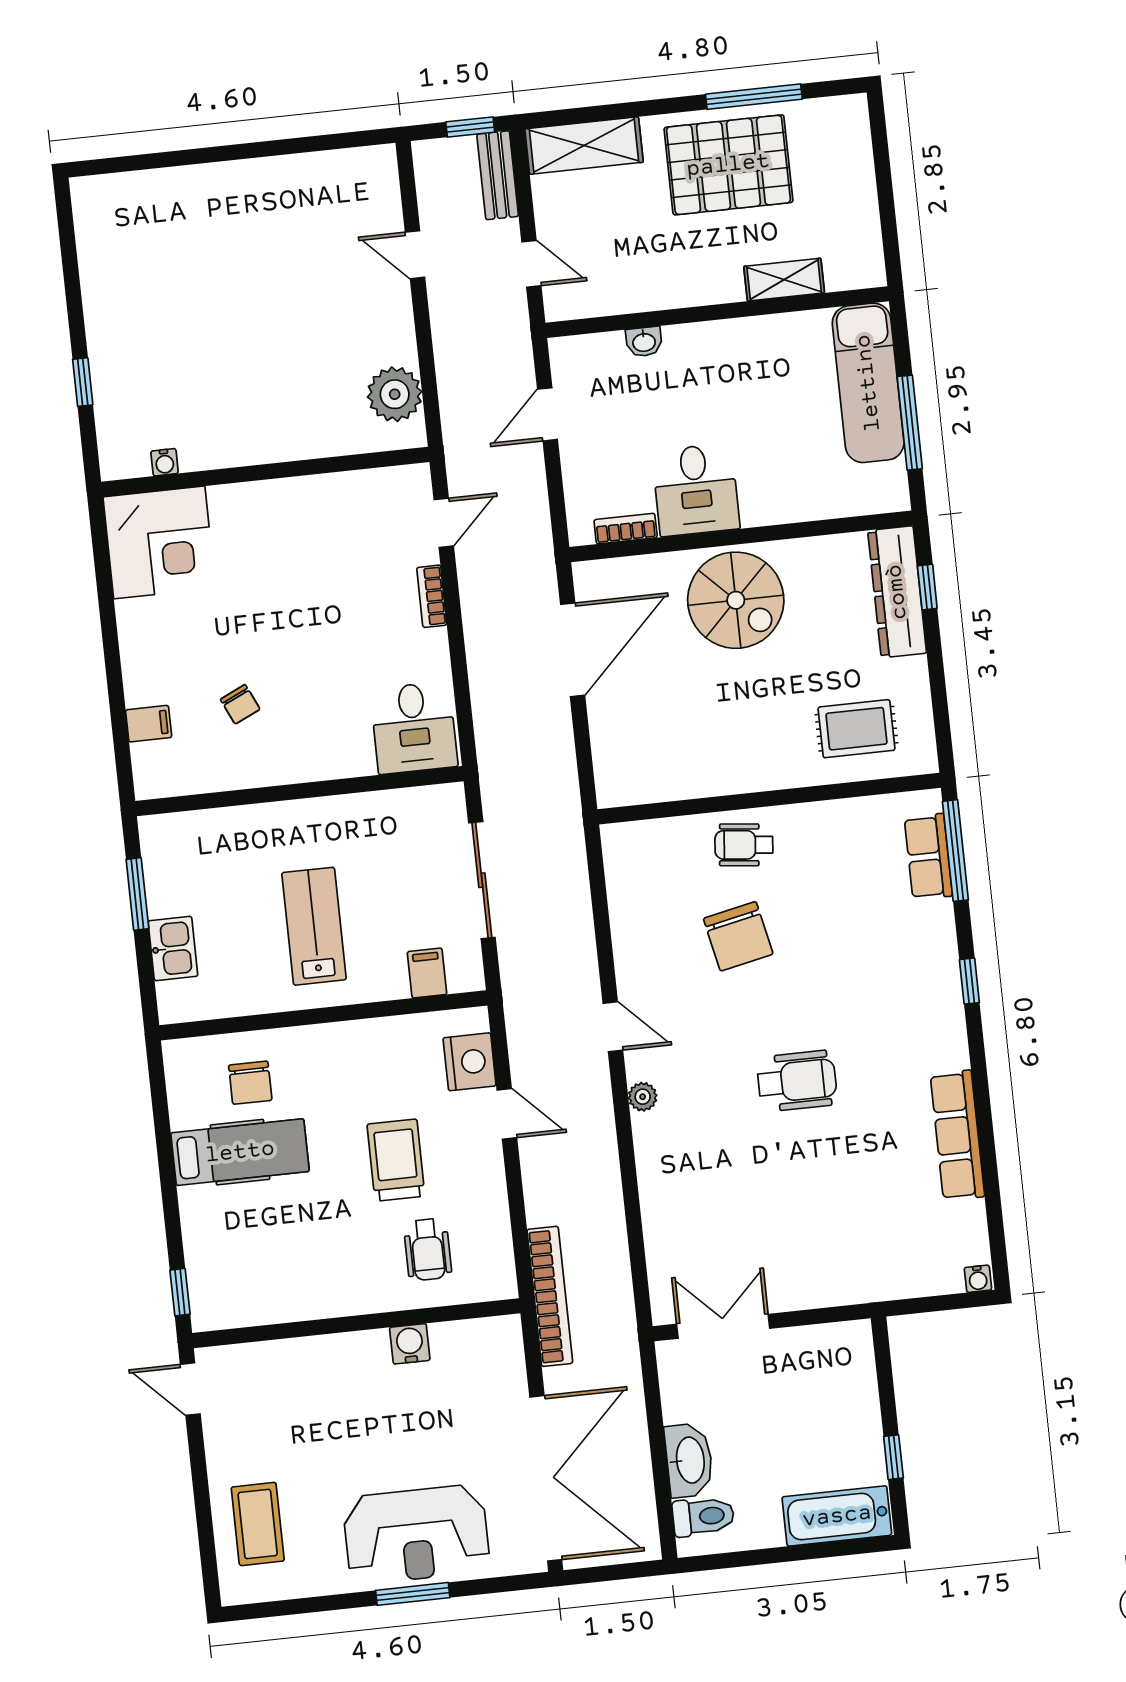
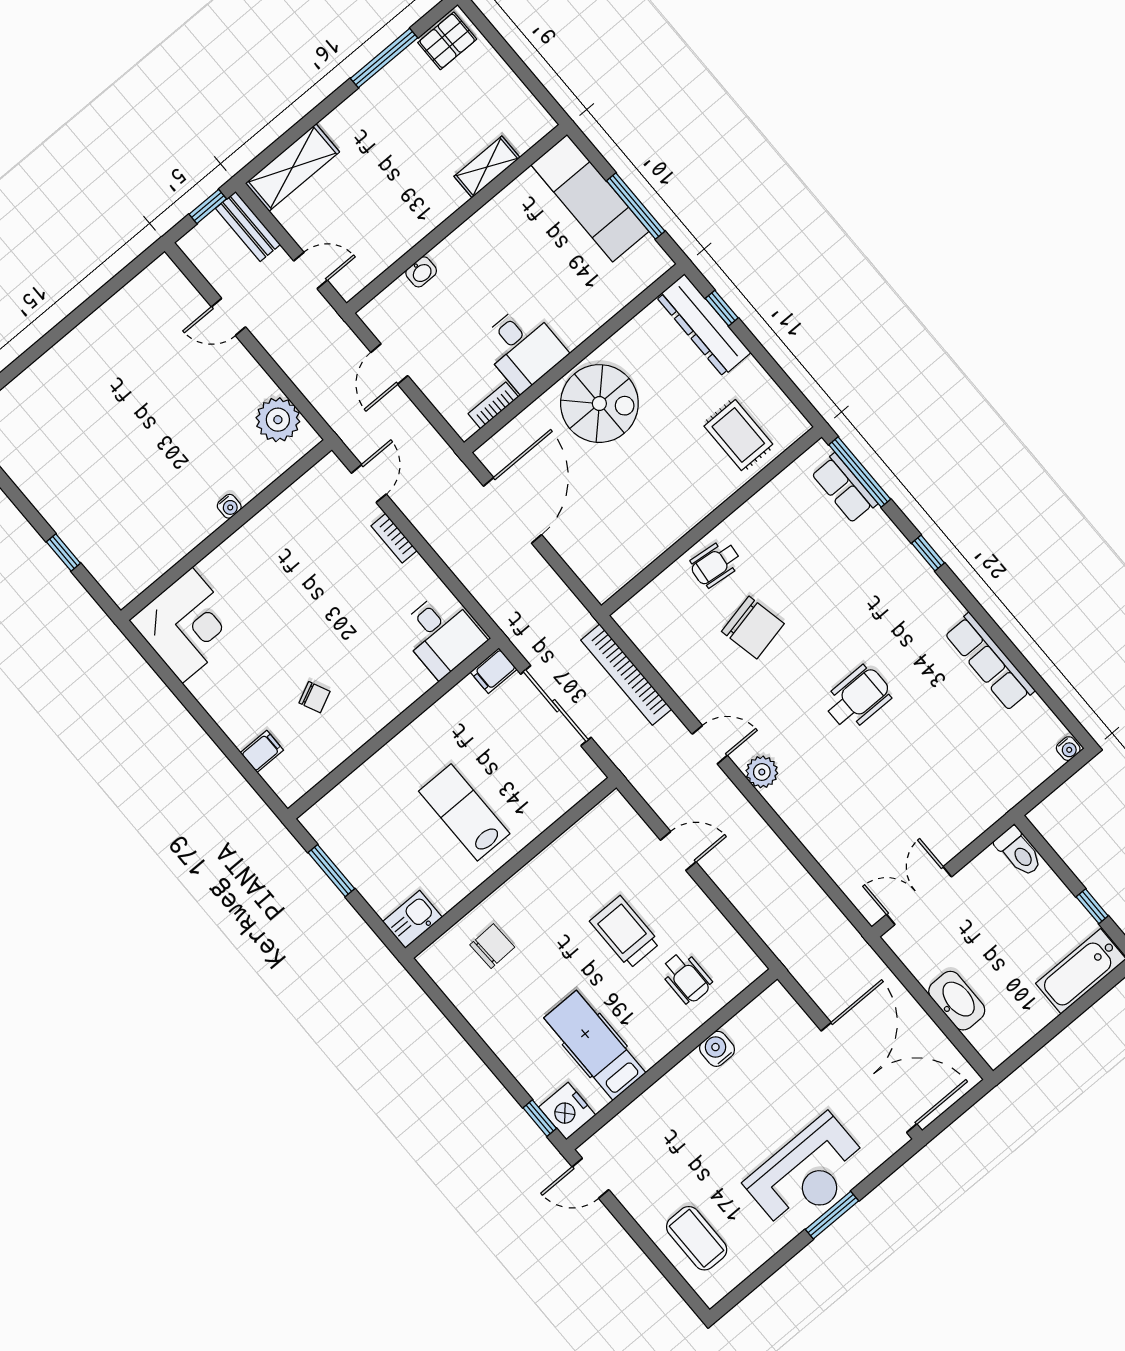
pallet: (728, 165) -> (447, 41), moved, width x0.49, depth x0.50
water cooler: (165, 462) -> (229, 506), moved
rug: (856, 729) -> (738, 435), turned 90
kitchen sink: (173, 949) -> (412, 919), moved, turned -90
filing cabinet: (427, 973) -> (494, 671), moved, turned -90
nightstand: (470, 1062) -> (567, 1111), moved, turned 180
chair: (250, 1083) -> (492, 946), turned -92
plant: (643, 1097) -> (762, 772), width x1.38, depth x1.38
hospital bed: (240, 1152) -> (595, 1045), moved, turned -90
bookcase: (550, 1296) -> (626, 675), moved, turned 180
toilet: (703, 1516) -> (1019, 852), moved, turned 90

